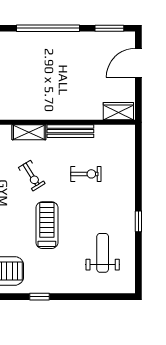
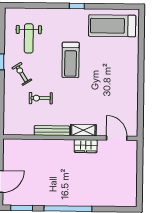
wardrobe: (118, 111) -> (86, 146), moved
exercise bike: (32, 176) -> (22, 74), moved

